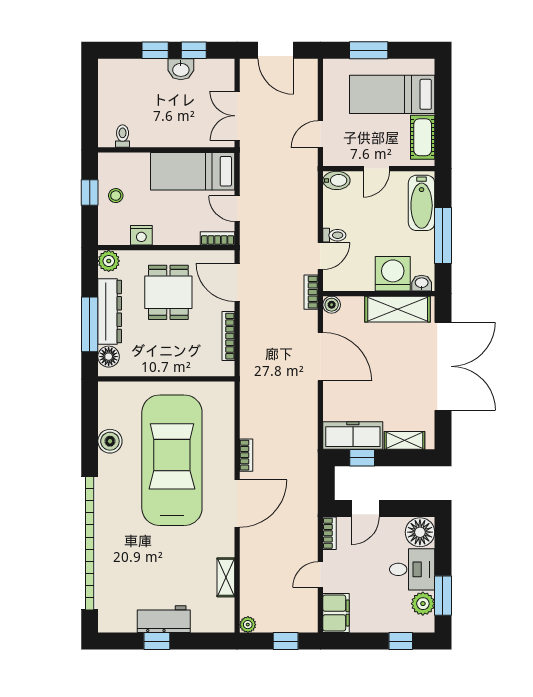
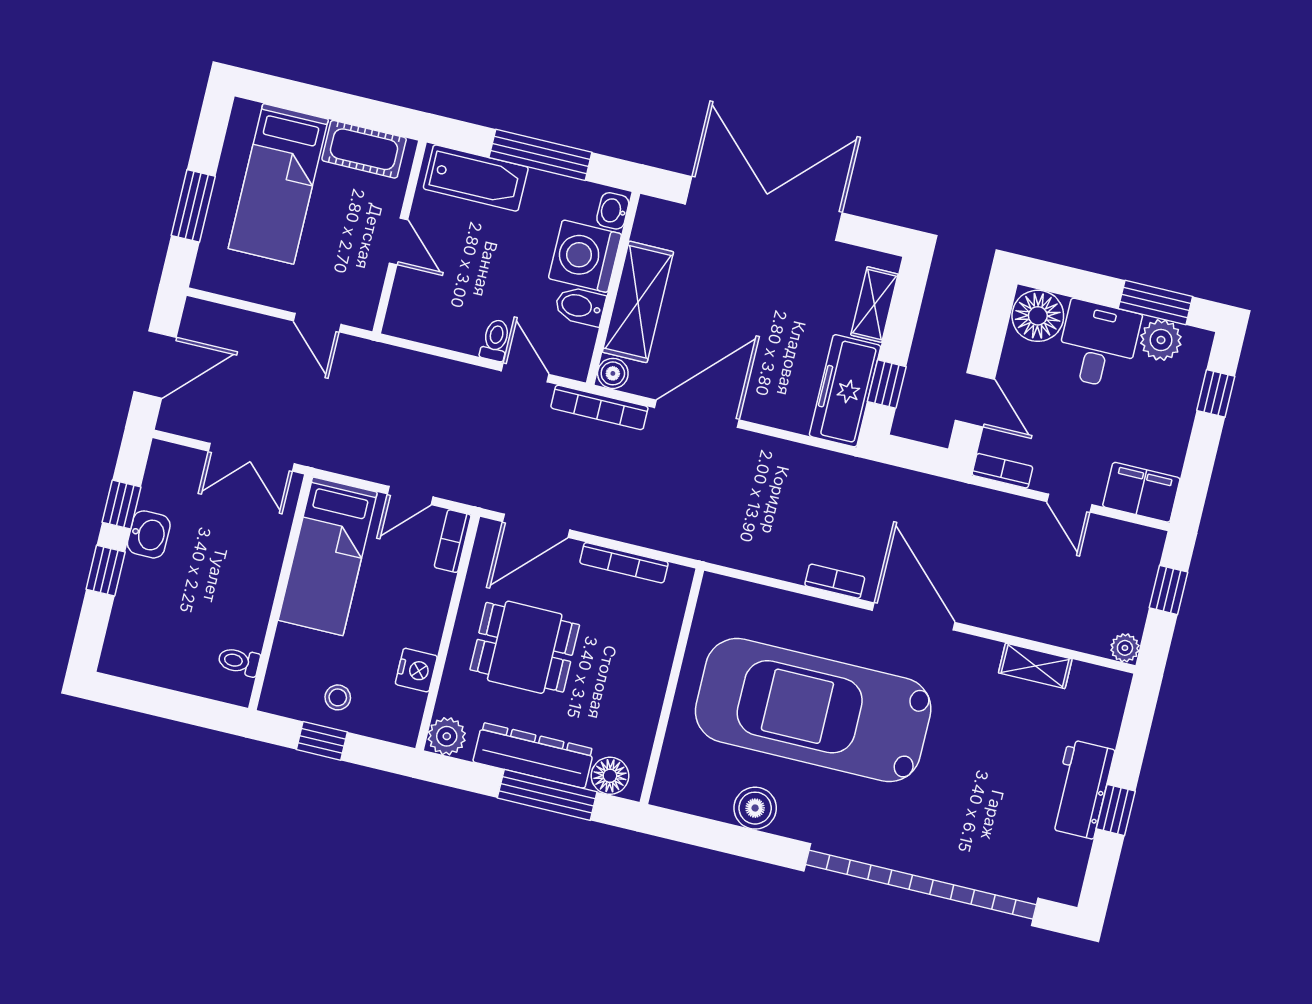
bidet: (336, 180) -> (580, 306), moved, turned -90
bookcase: (311, 292) -> (599, 407), width x1.56
shelving: (398, 309) -> (638, 302), moved

